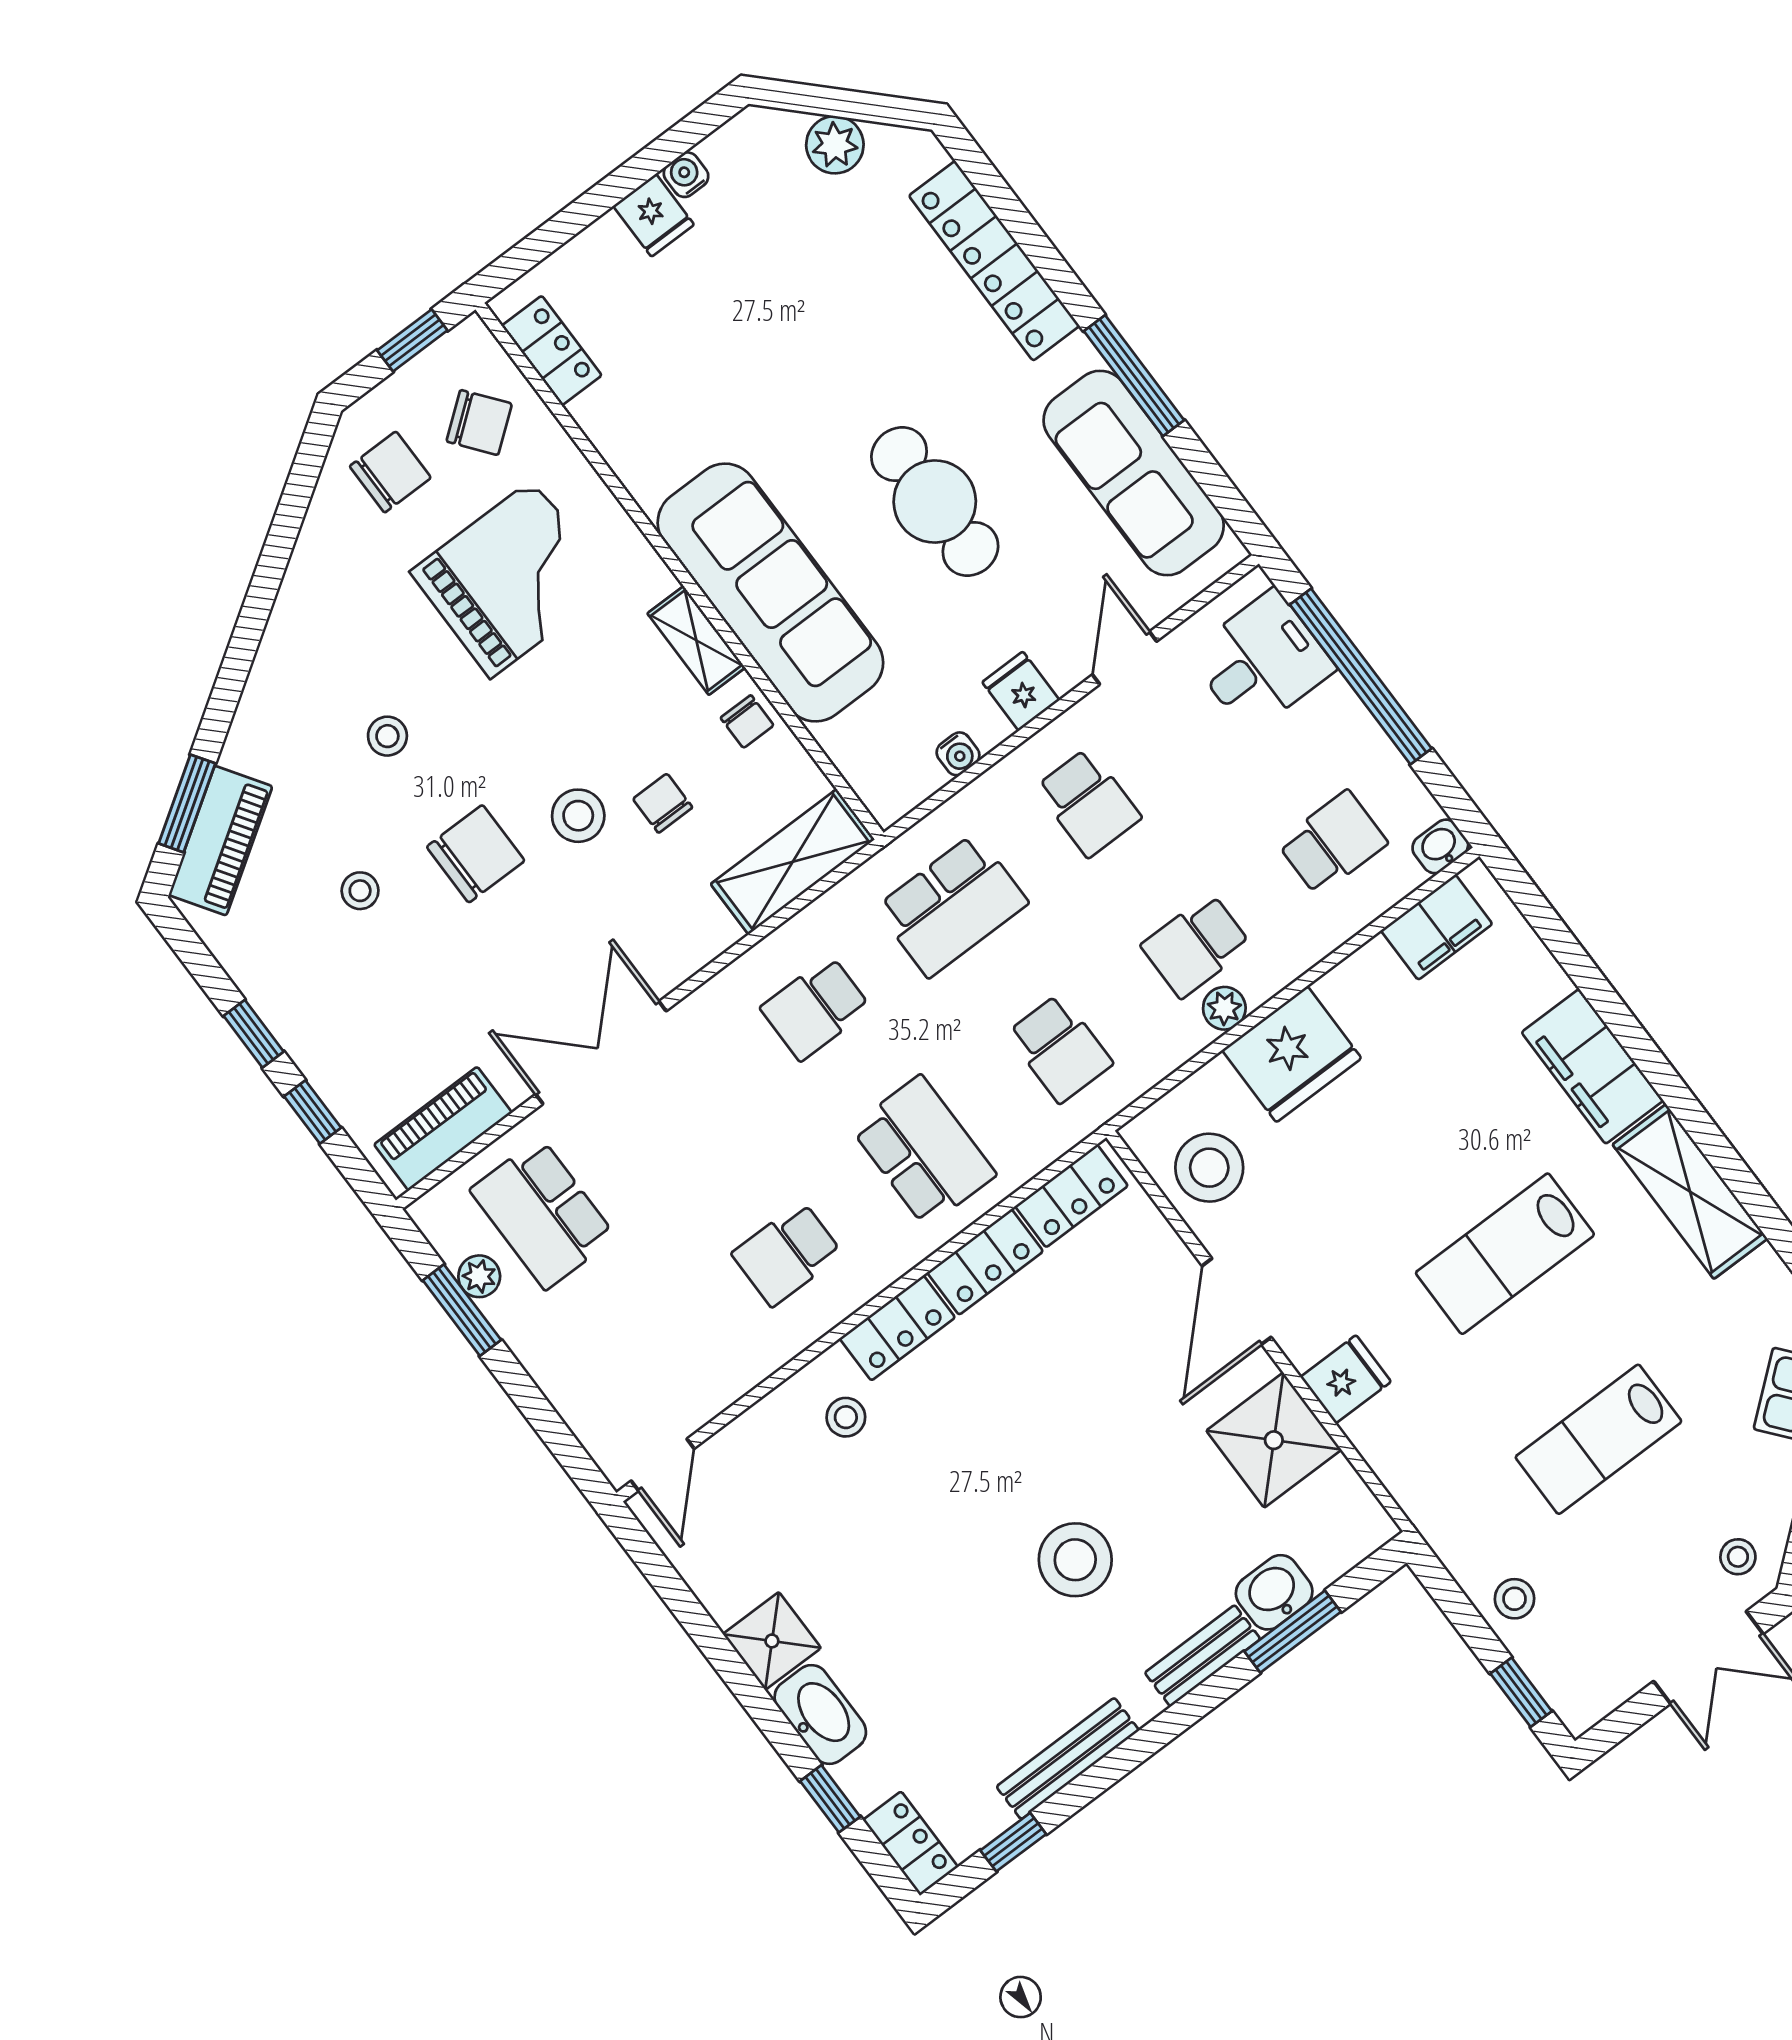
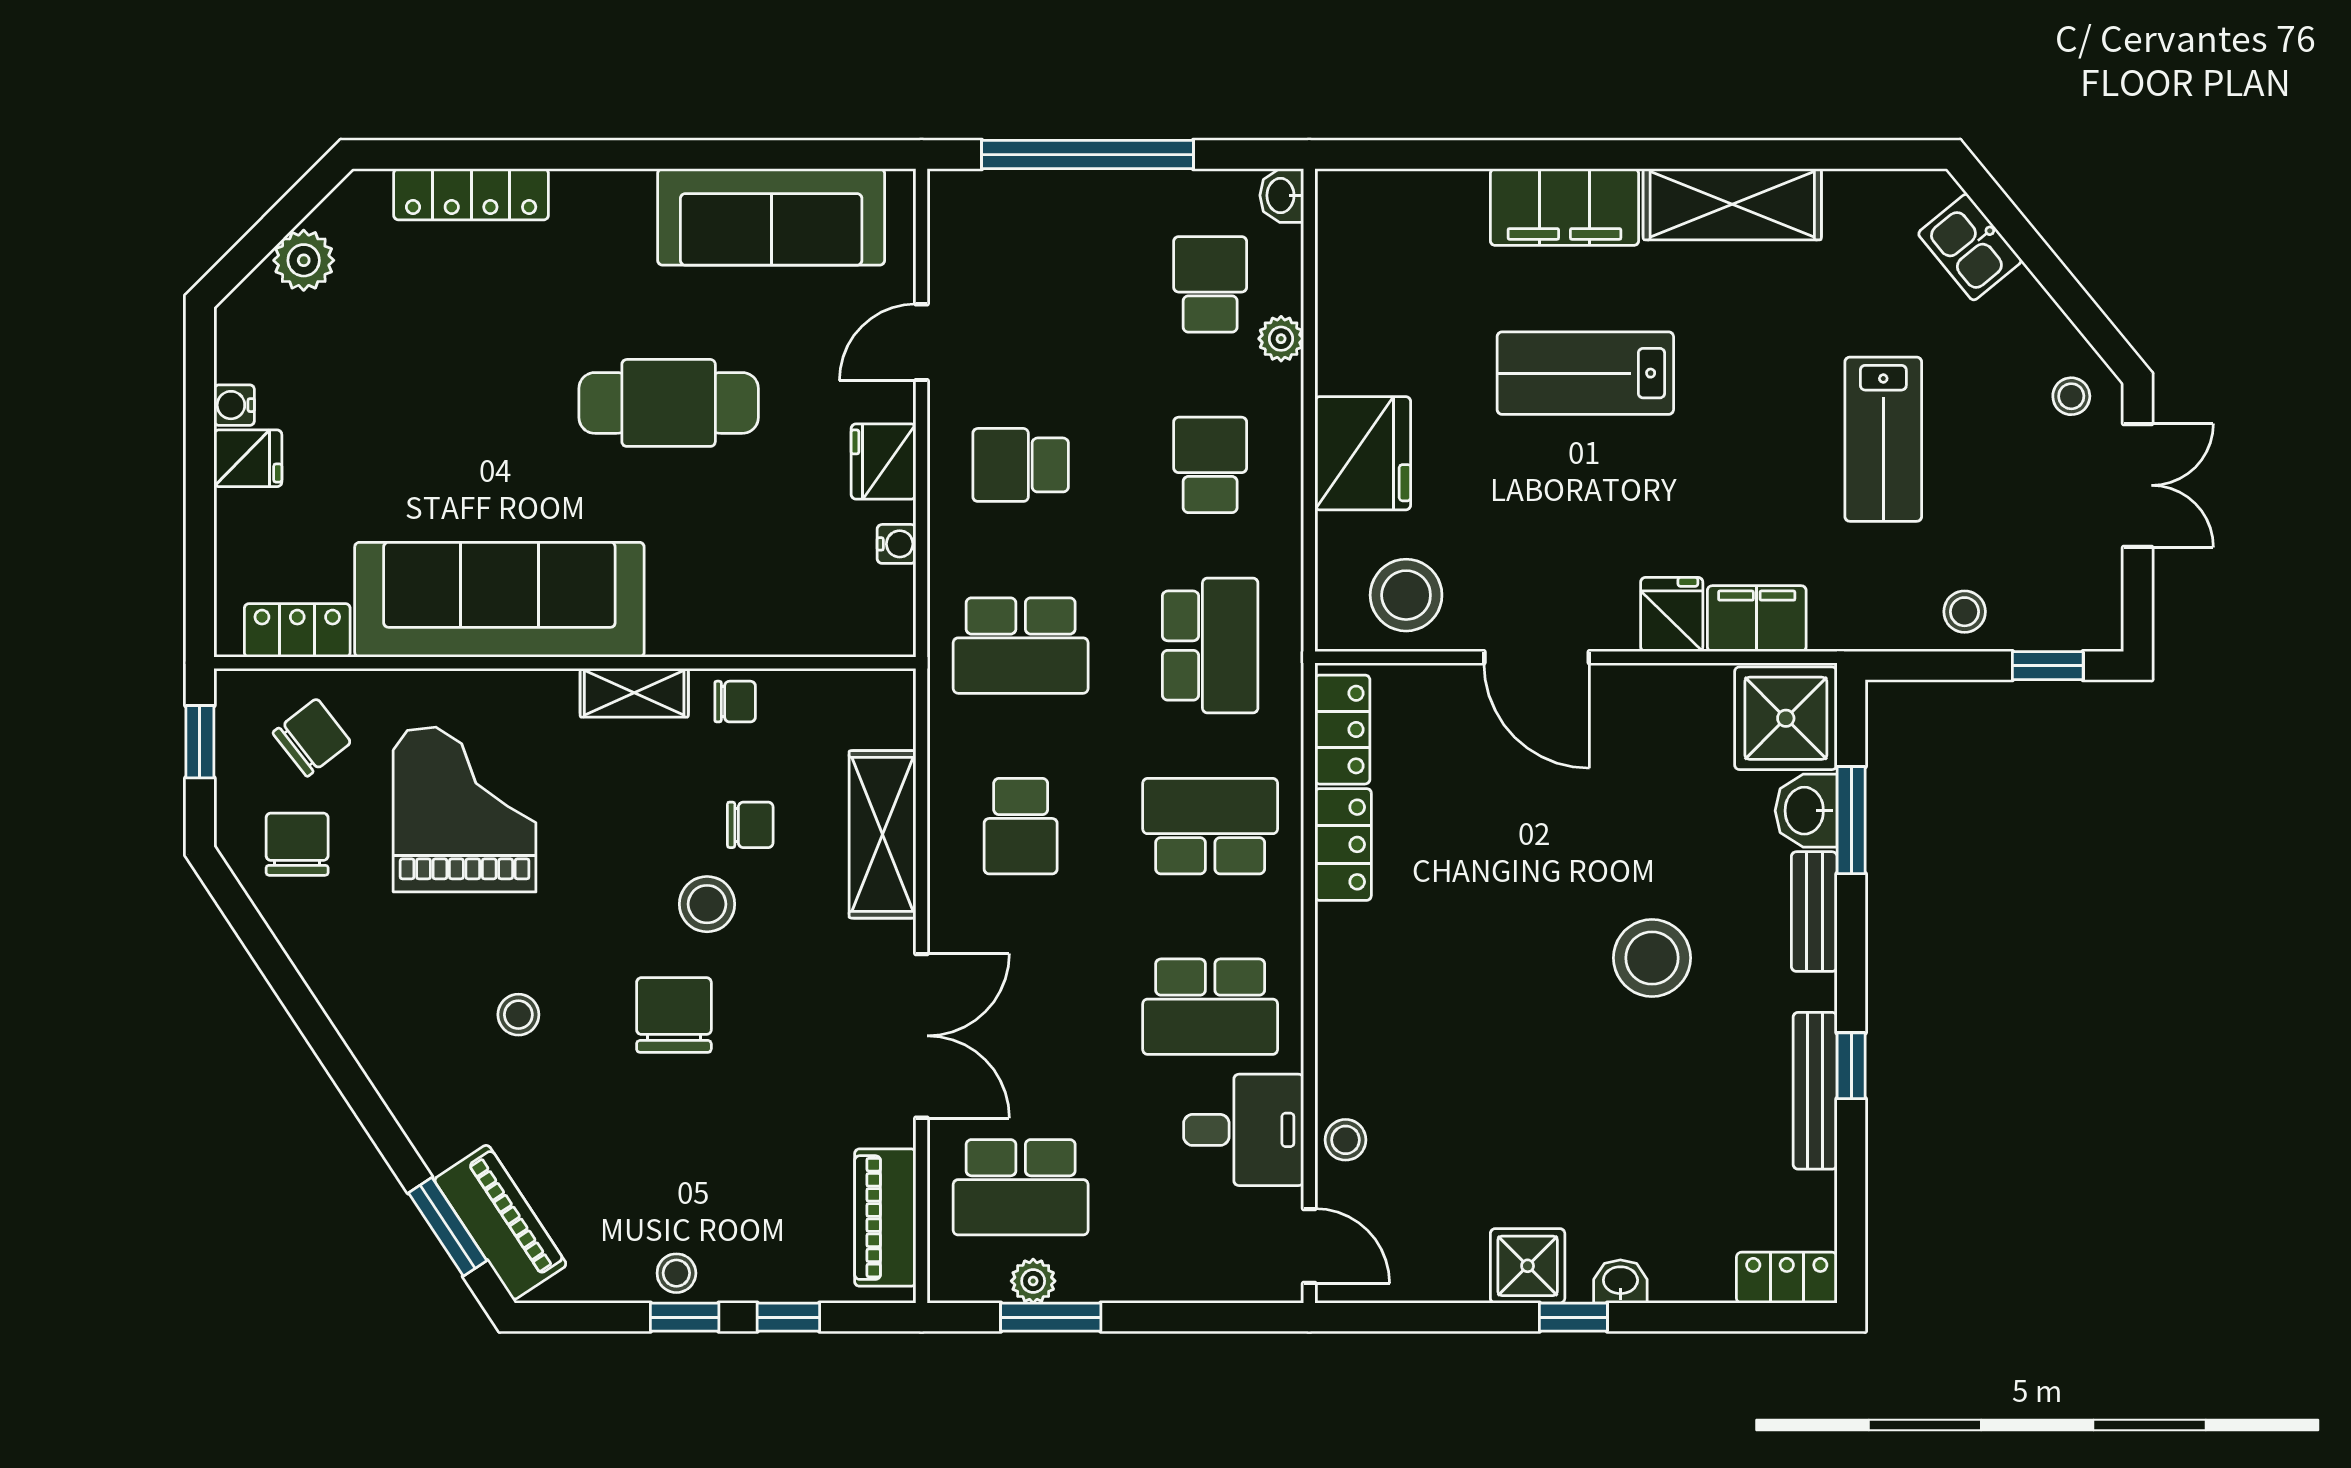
locker: (994, 261) -> (471, 194), width x0.71, depth x0.83
window: (1134, 376) -> (689, 155), removed
sofa: (770, 593) -> (499, 600), moved
door: (1125, 658) -> (922, 342), hinge flipped
desk: (1262, 661) -> (1244, 1130), moved, turned 90
fridge: (1021, 691) -> (884, 461), width x1.38
chair: (663, 803) -> (750, 825), turned 180
school desk: (1088, 803) -> (1021, 465), turned 180
shelving: (793, 862) -> (883, 834), moved
stool: (360, 891) -> (676, 1273), moved
school desk: (952, 905) -> (1021, 646), turned 90
filing cabinet: (1437, 927) -> (1757, 619), moved, turned -90
school desk: (1196, 946) -> (1210, 465), turned 180
plant: (1224, 1008) -> (1281, 339), moved
school desk: (1060, 1048) -> (1210, 646), width x1.85
double door: (601, 1053) -> (922, 1036), swing flipped
school desk: (787, 1254) -> (1210, 1007), width x1.85
lab bench: (1505, 1254) -> (1585, 373), moved, turned 90
locker: (897, 1328) -> (1343, 961), removed
stool: (846, 1417) -> (1346, 1140), moved
shower: (1274, 1440) -> (1786, 718), moved
washbasin: (820, 1715) -> (1620, 1281), width x0.52, depth x0.69
window: (830, 1799) -> (1573, 1317), moved
window: (1013, 1842) -> (1851, 1066), moved

